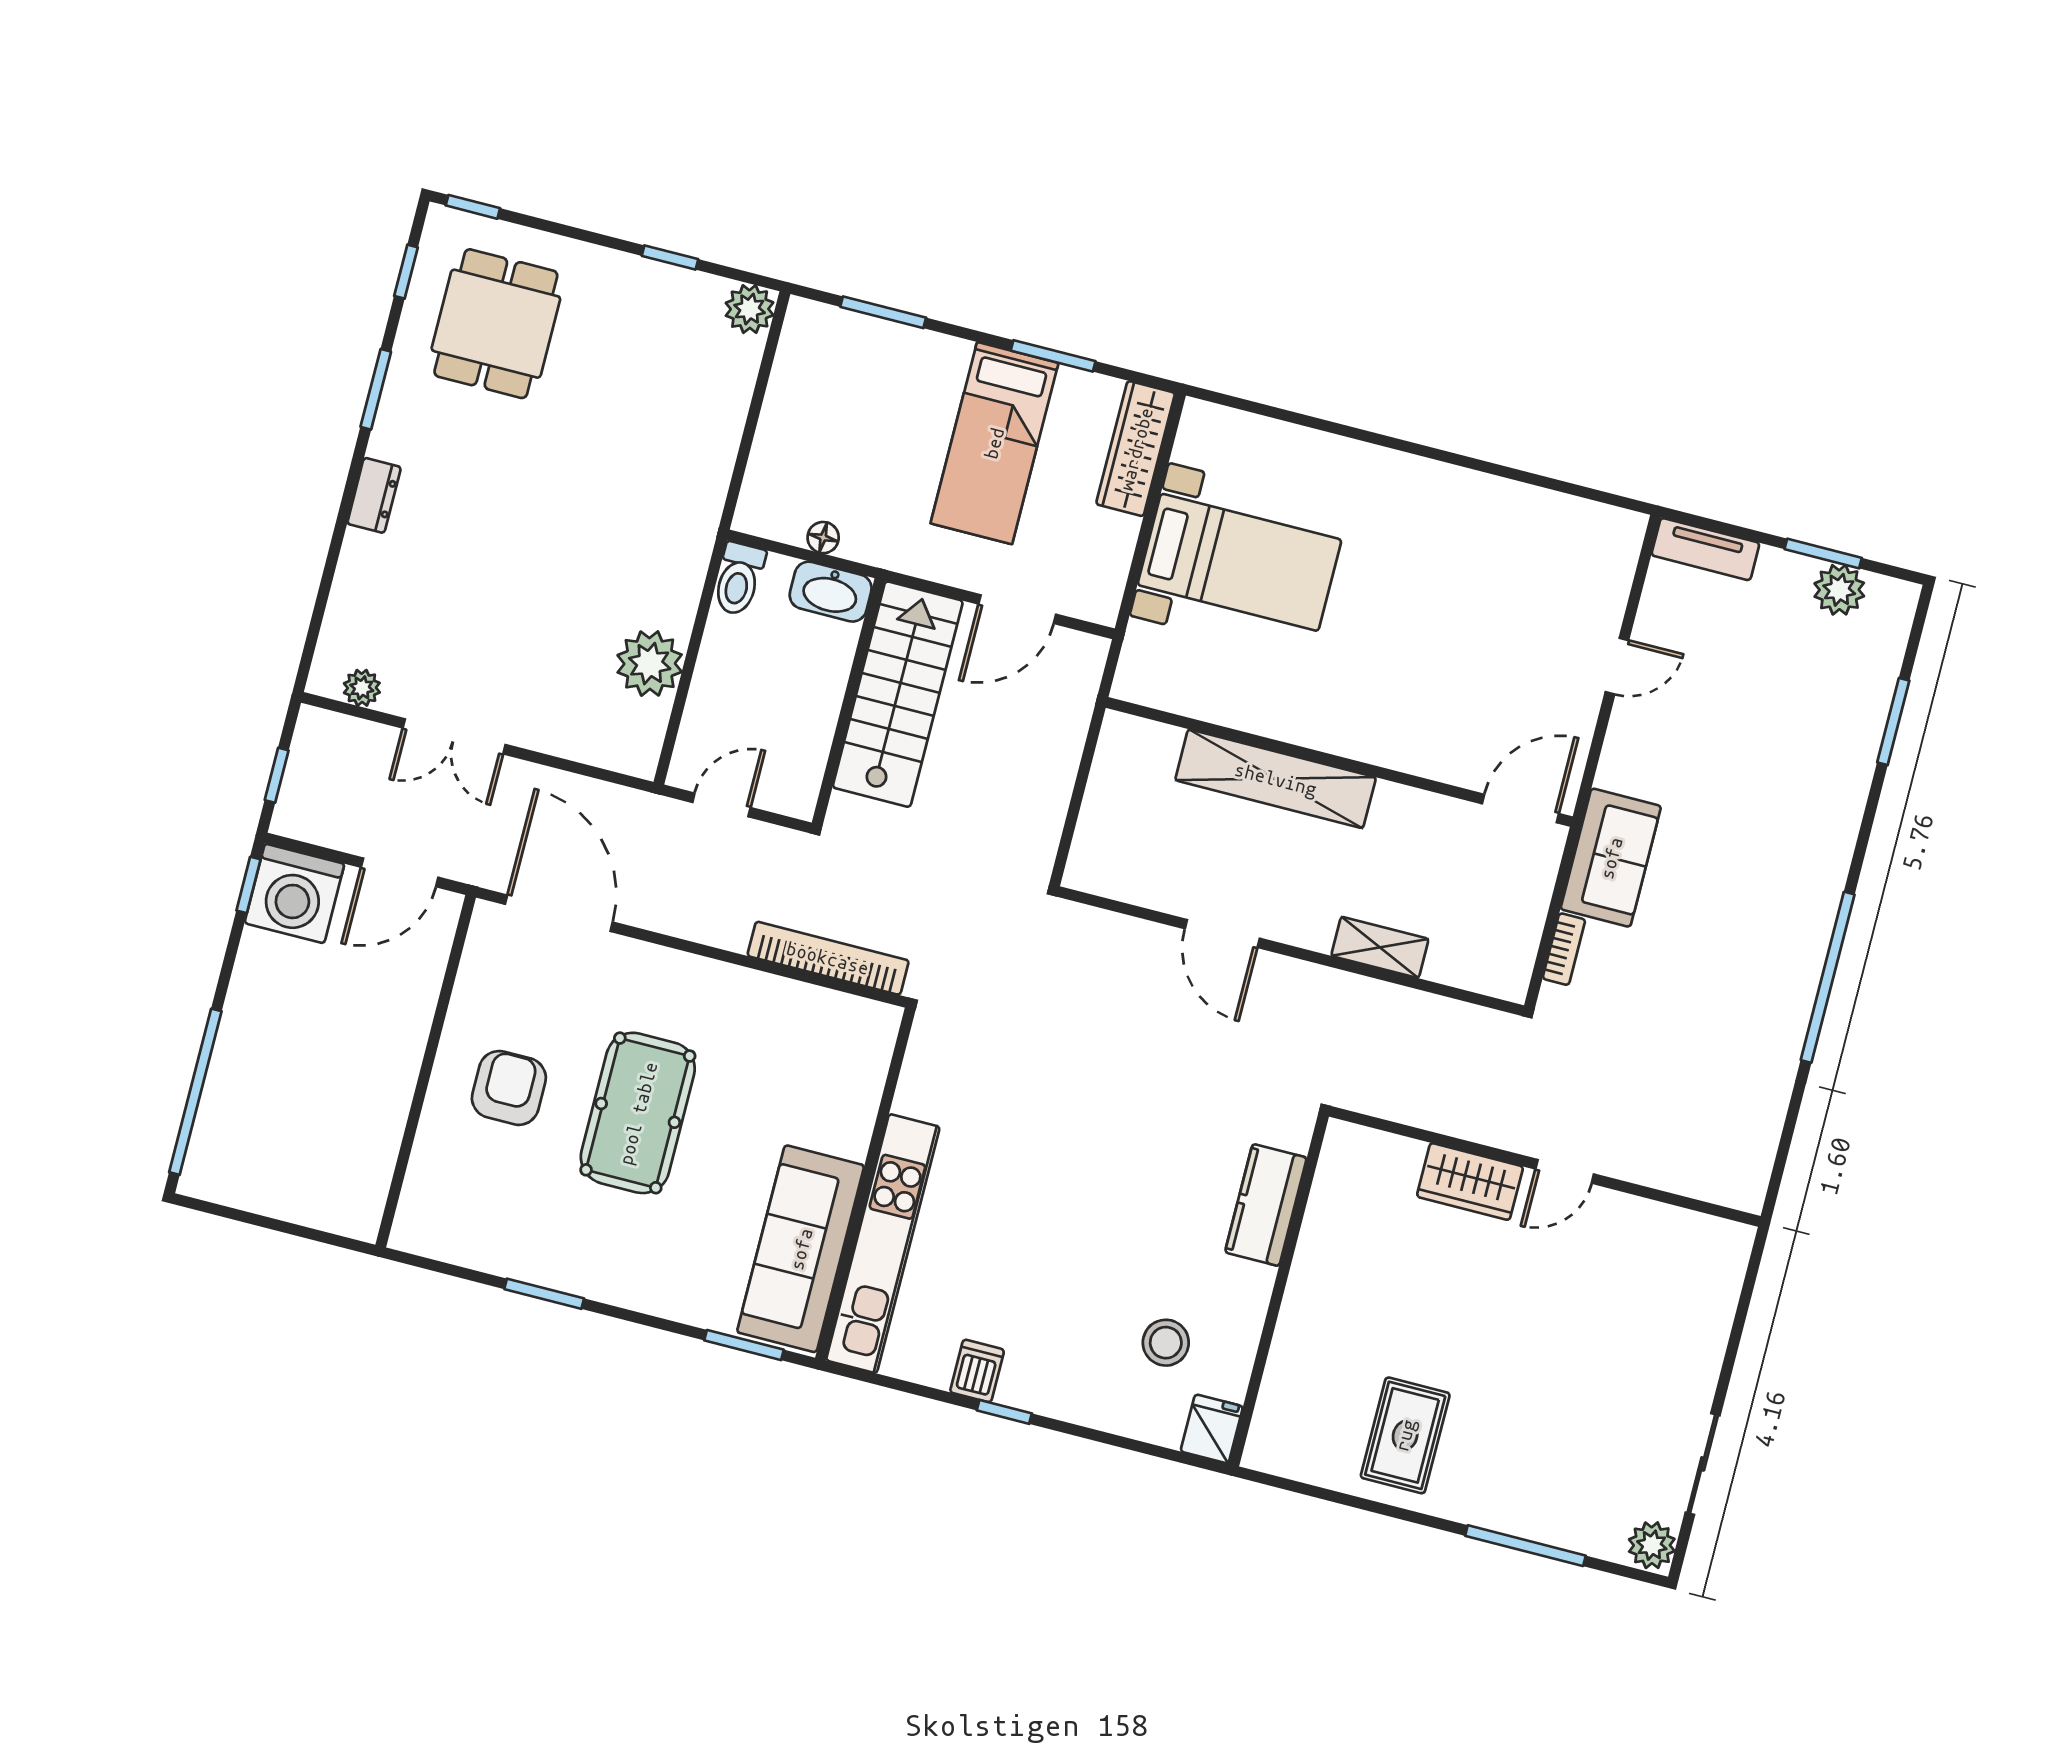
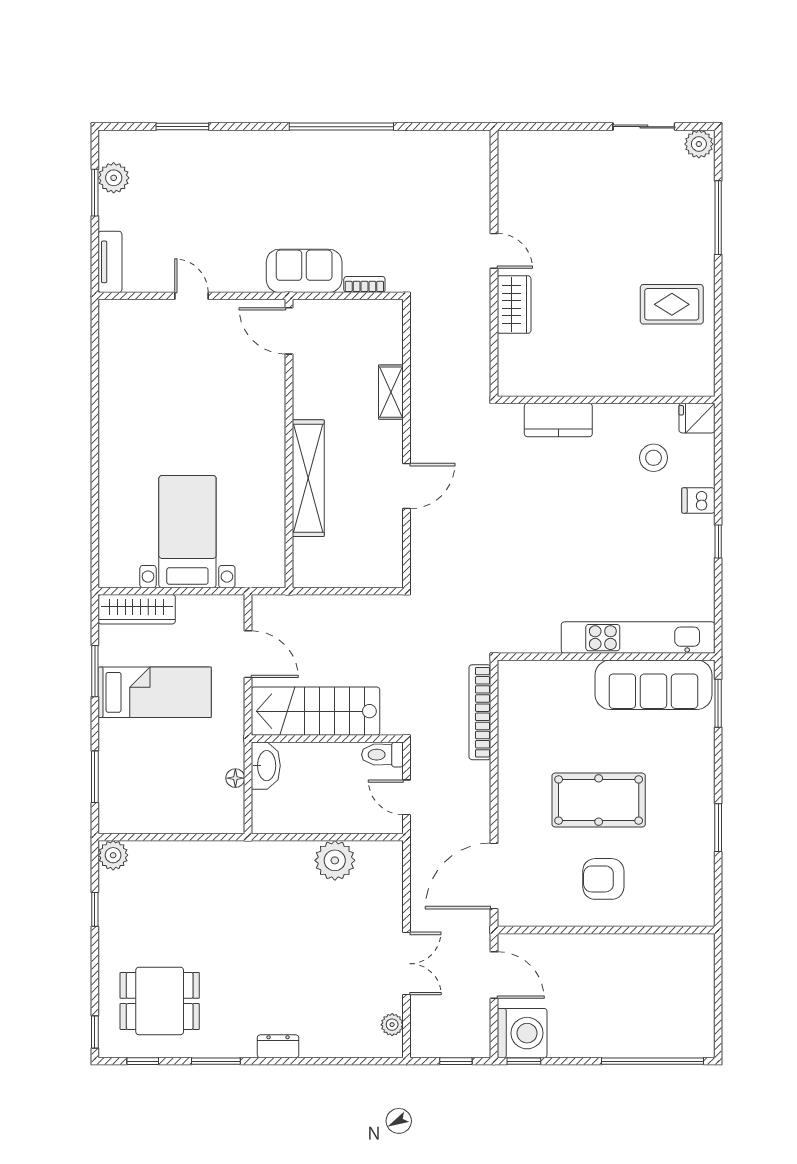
toilet: (739, 579) -> (382, 755), moved, turned 180
dishwasher: (977, 1371) -> (698, 501), moved

